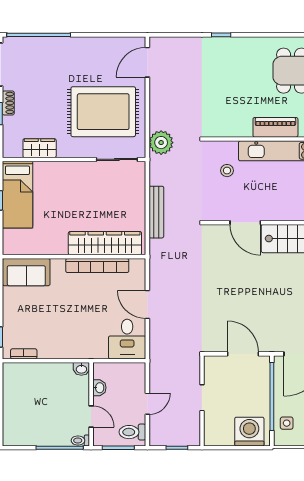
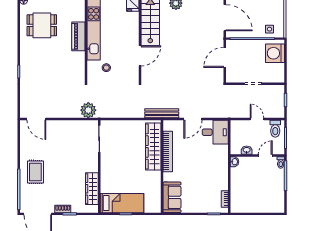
rug: (103, 112) -> (35, 172), moved, width x0.54, depth x0.49
wardrobe: (40, 148) -> (92, 189), width x1.50
bench: (156, 212) -> (162, 113), moved

